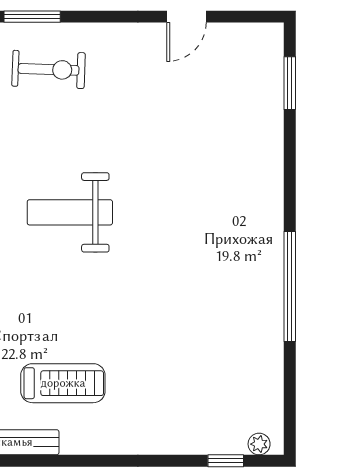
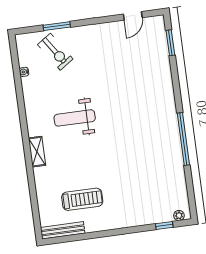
window: (32, 17) -> (57, 26), moved
door: (187, 17) -> (133, 16), moved
exercise bike: (49, 69) -> (55, 52), turned 54

